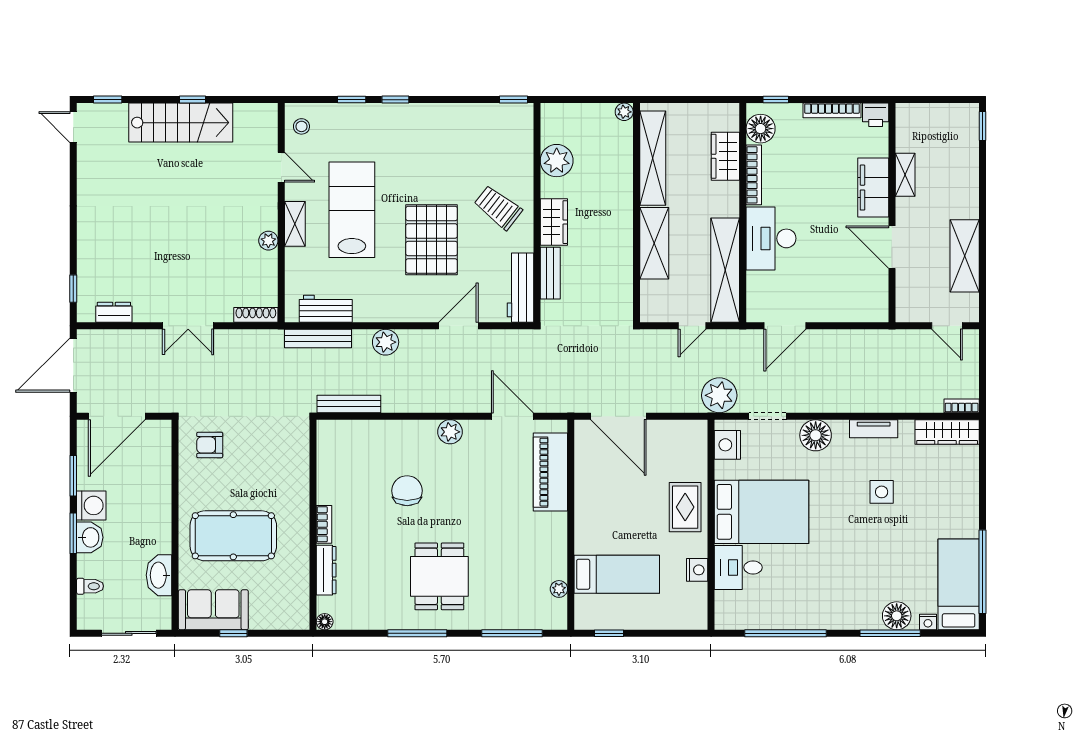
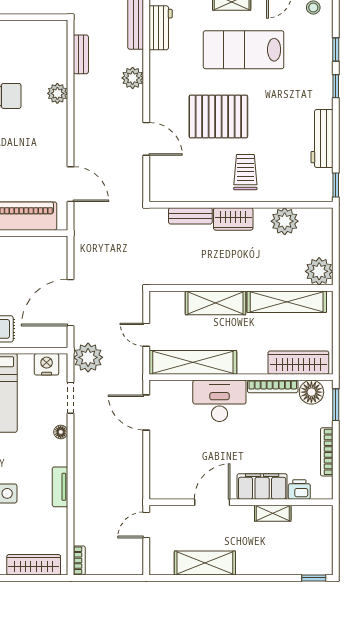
window: (776, 100) -> (336, 405), width x1.50
plant: (624, 112) -> (319, 271), width x1.88, depth x1.88
printer: (876, 115) -> (299, 489), moved, turned 90
wardrobe: (725, 156) -> (298, 363), width x1.50
trolley: (498, 207) -> (245, 172), turned -38
lab bench: (352, 210) -> (244, 50), turned 180
workbench: (520, 288) -> (322, 139), moved, turned -90
door: (947, 326) -> (146, 525), moved
bench: (349, 404) -> (81, 54), width x0.73
door: (512, 416) -> (71, 184), hinge flipped
door: (618, 416) -> (71, 303), moved
plant: (450, 432) -> (57, 93), moved
wardrobe: (947, 432) -> (34, 565), moved, turned 90
floor lamp: (816, 435) -> (61, 432), width x0.53, depth x0.53

